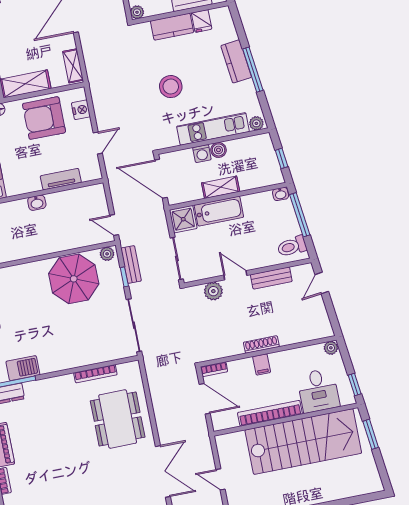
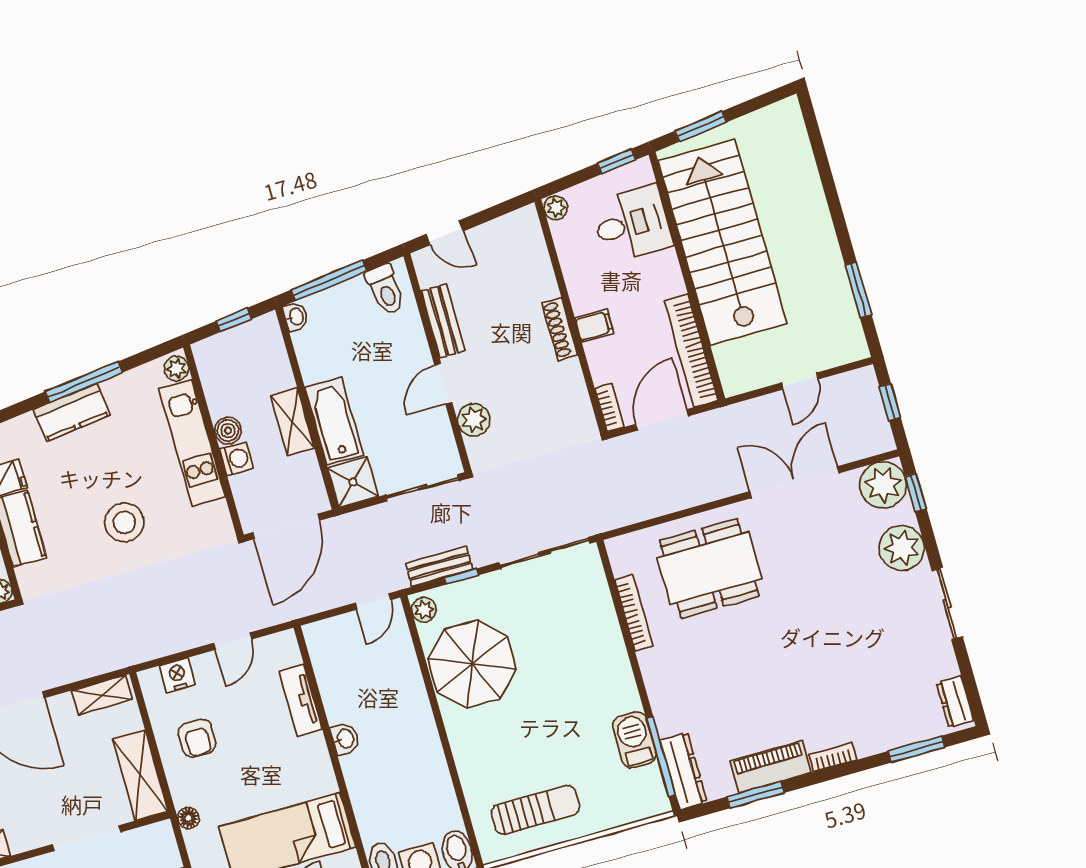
armchair: (44, 118) -> (197, 738), width x0.53, depth x0.53
door: (98, 143) -> (233, 641), swing flipped
bookcase: (270, 413) -> (691, 351), moved

